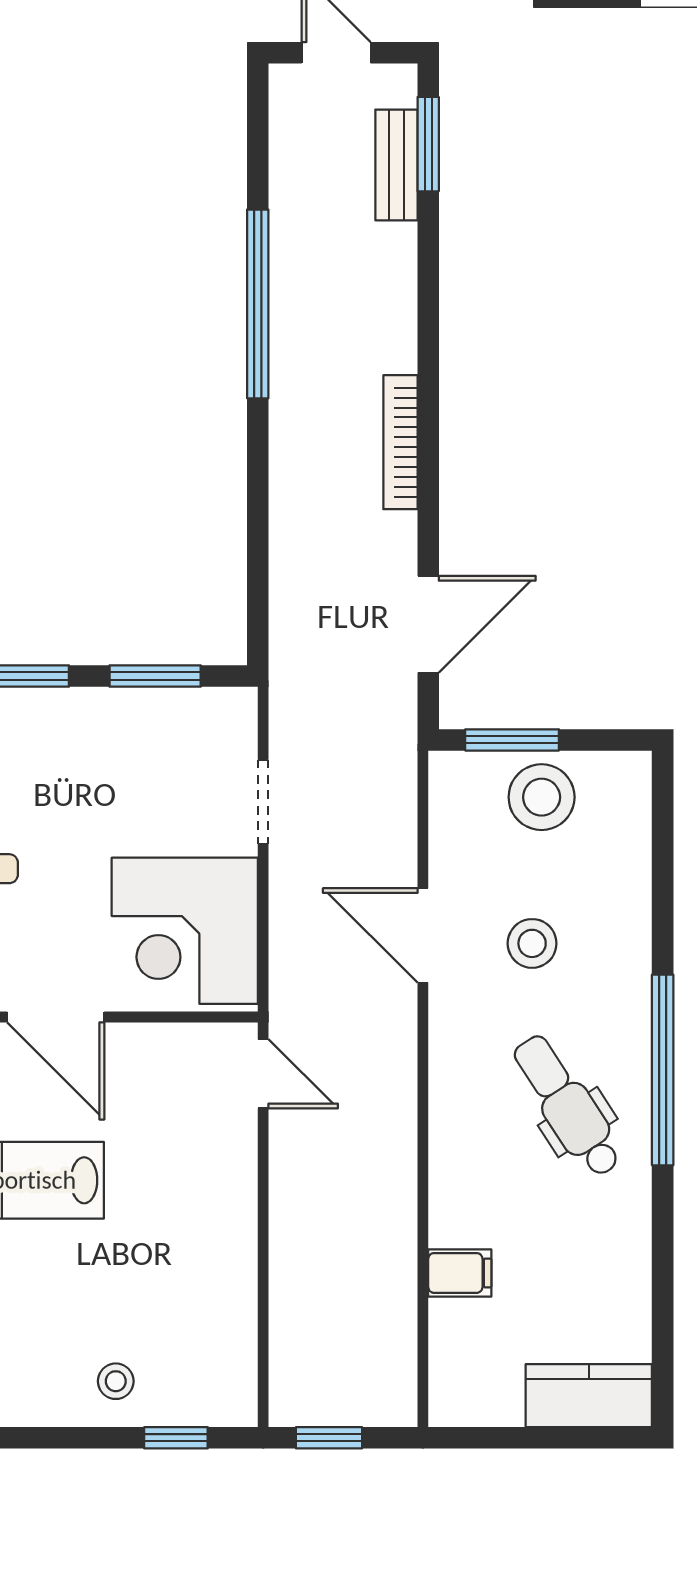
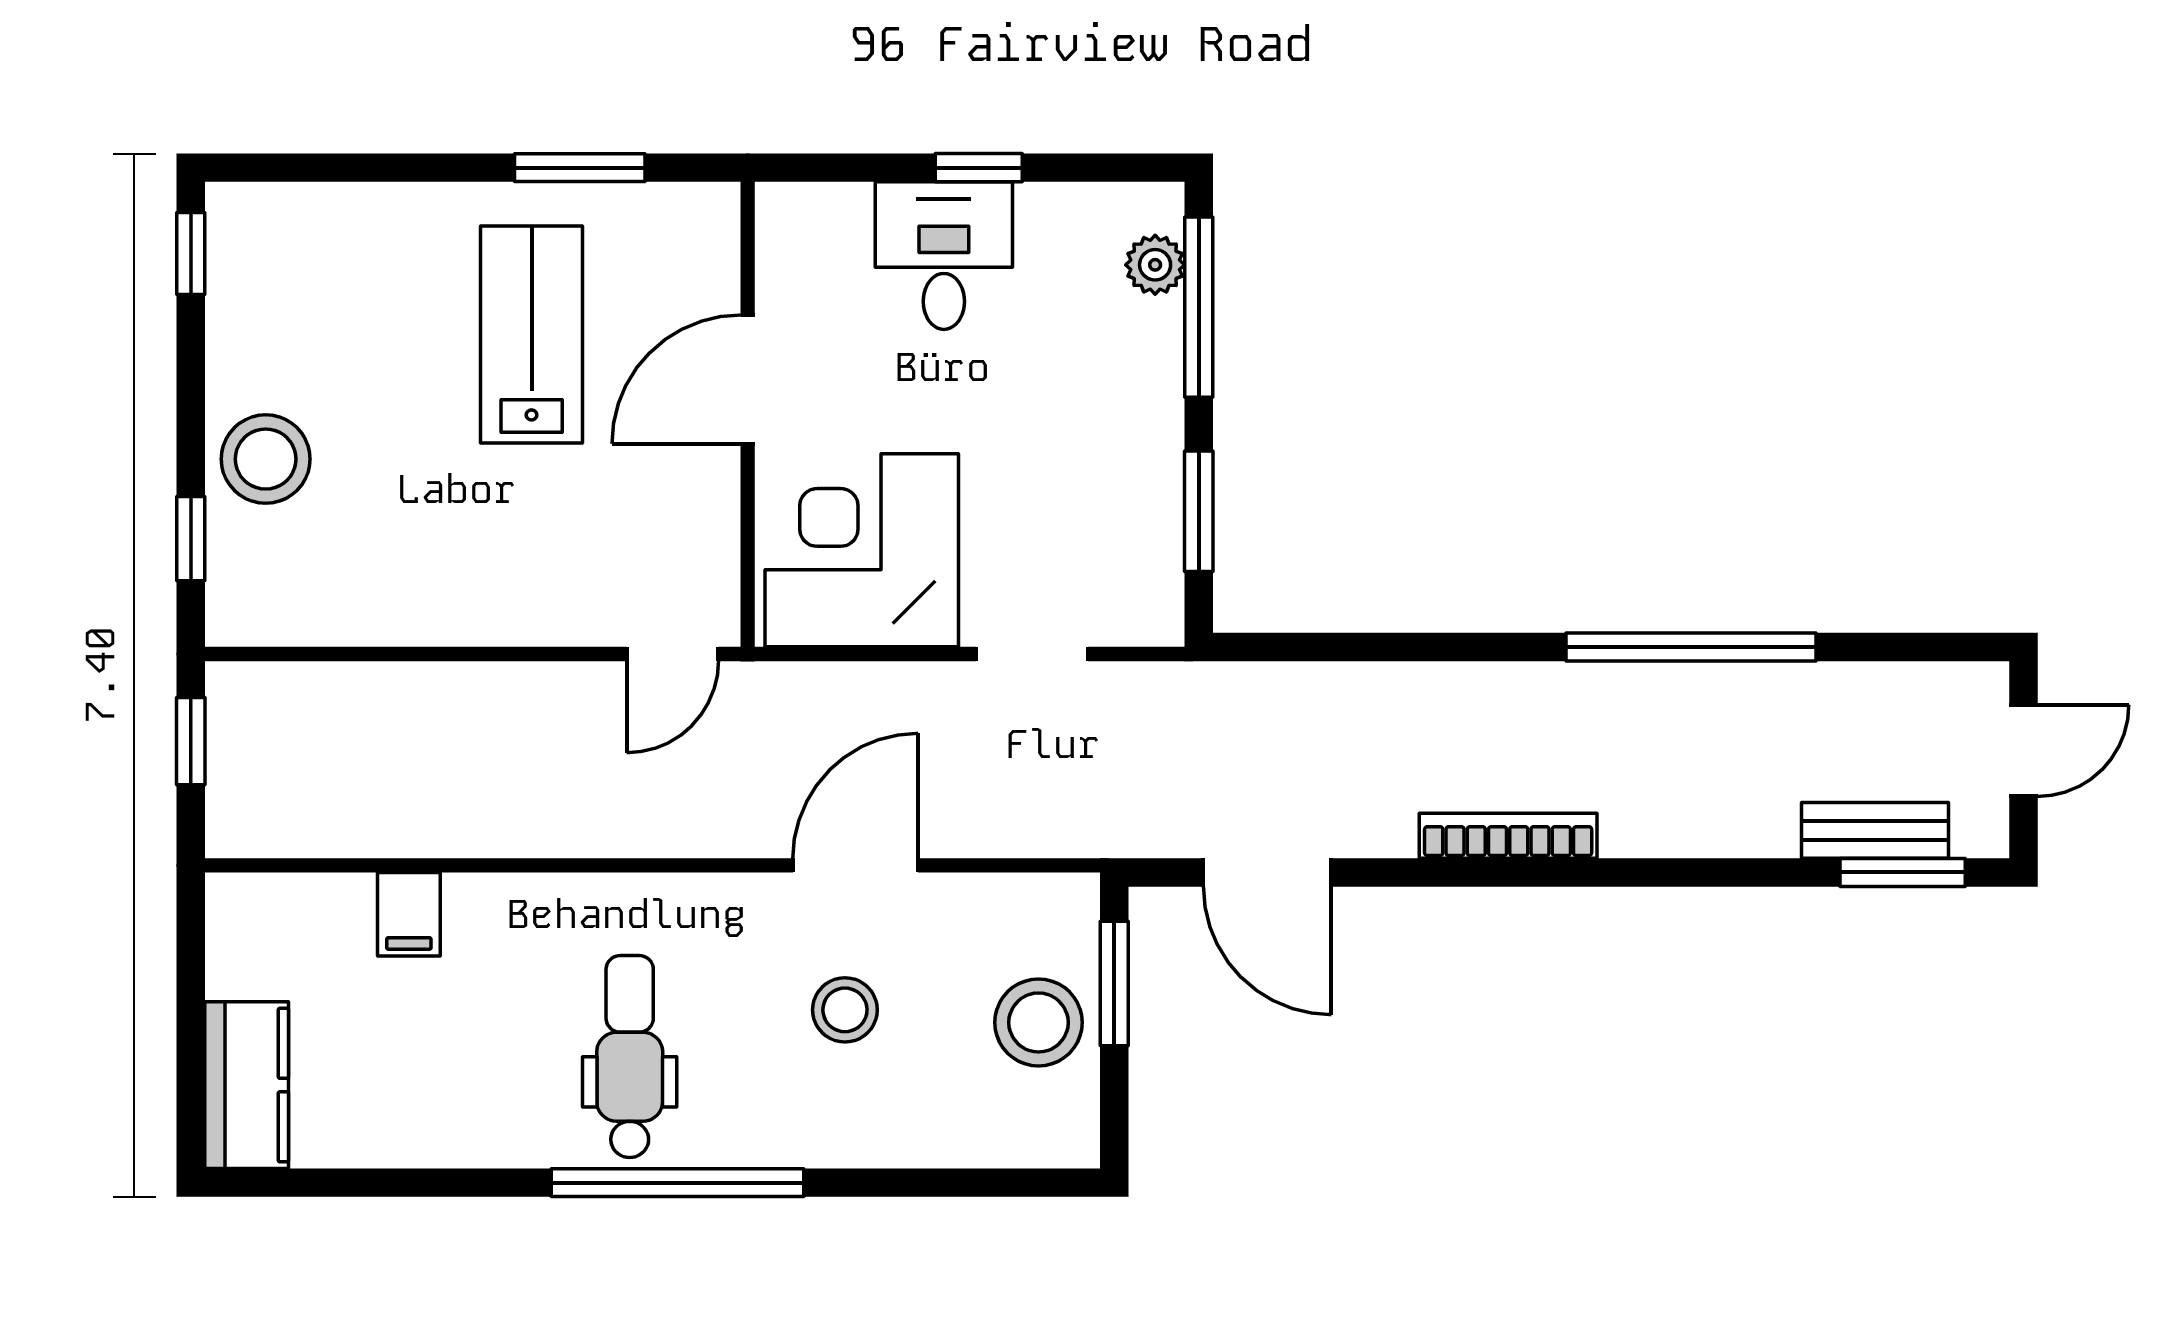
dental chair: (567, 1106) -> (630, 1057), turned -57
stool: (116, 1381) -> (266, 459), width x1.89, depth x1.89

